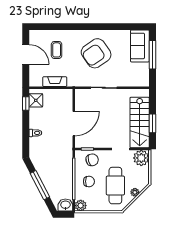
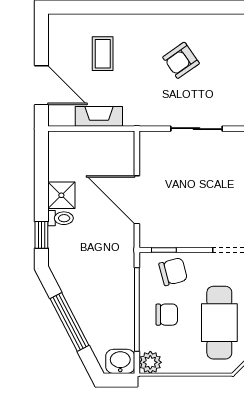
armchair: (96, 53) -> (181, 60), width x0.53, depth x0.53
door: (26, 54) -> (41, 85), moved
shower: (36, 100) -> (61, 195), moved
window: (26, 103) -> (41, 235), moved
door: (74, 124) -> (137, 200), swing flipped

